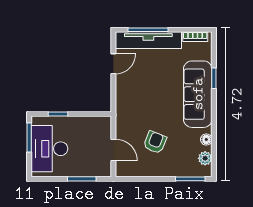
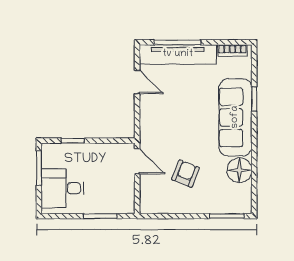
door: (113, 64) -> (137, 82), hinge flipped
floor lamp: (206, 139) -> (240, 170), width x1.89, depth x1.89
desk: (49, 149) -> (62, 188), width x0.73
door: (113, 150) -> (137, 161), moved
plant: (205, 158) -> (244, 192), removed

